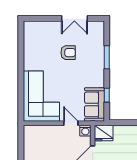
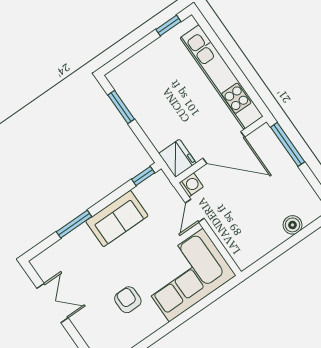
armchair: (68, 53) -> (128, 300), moved
window: (107, 95) -> (143, 176), moved
sofa: (95, 104) -> (117, 219), moved

